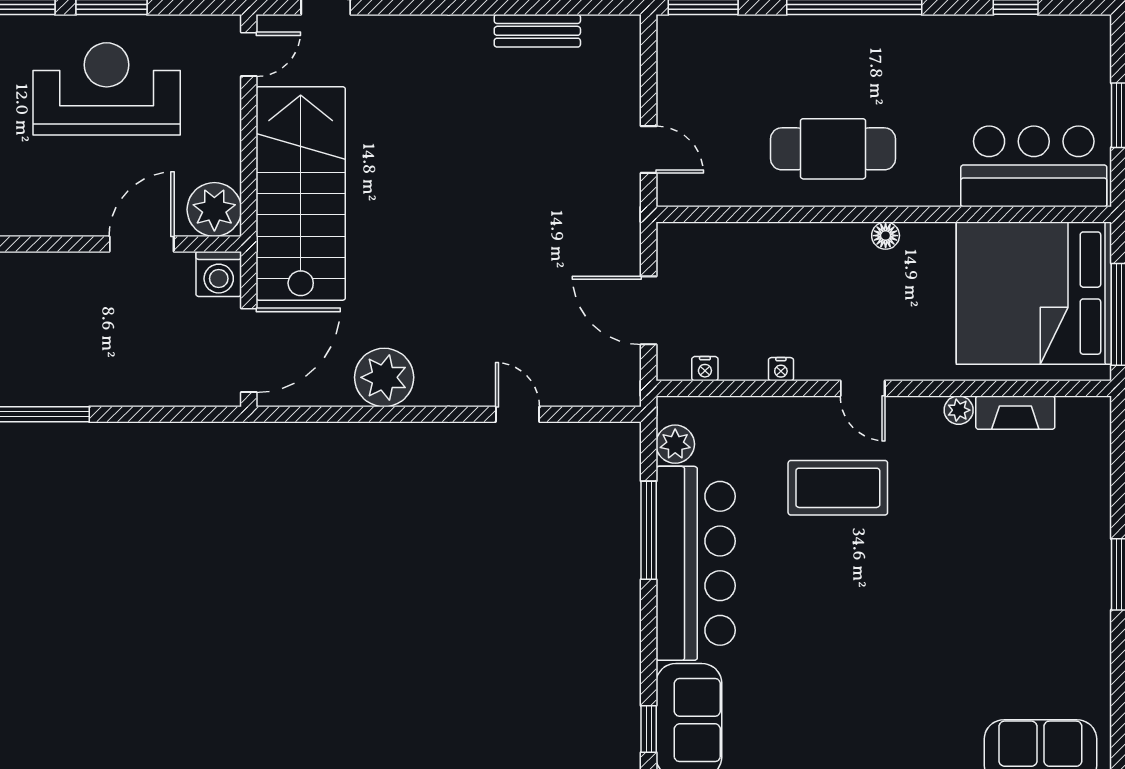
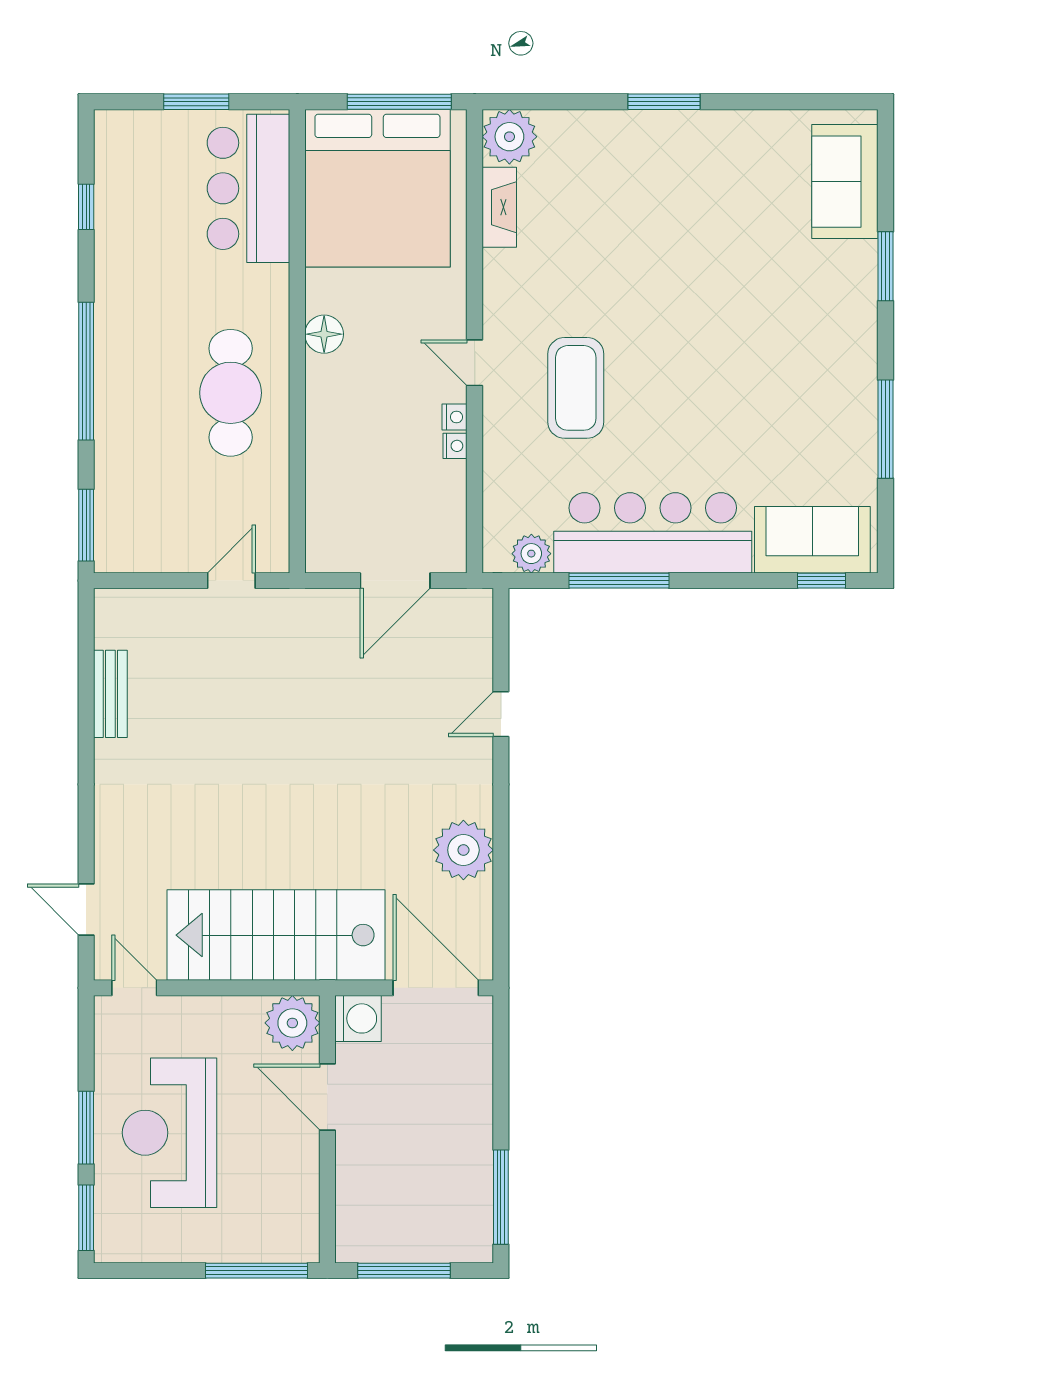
floor lamp: (886, 236) -> (324, 334), width x1.37, depth x1.37
nightstand: (705, 369) -> (455, 417), moved
door: (863, 388) -> (475, 363), swing flipped
plant: (959, 410) -> (509, 137), moved, width x1.87, depth x1.87

